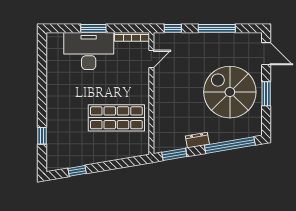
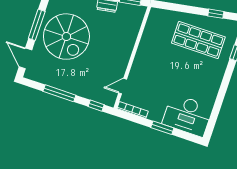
desk: (89, 51) -> (187, 115), moved
window: (266, 94) -> (37, 25), width x1.44
shop shelf: (116, 118) -> (198, 40), moved

